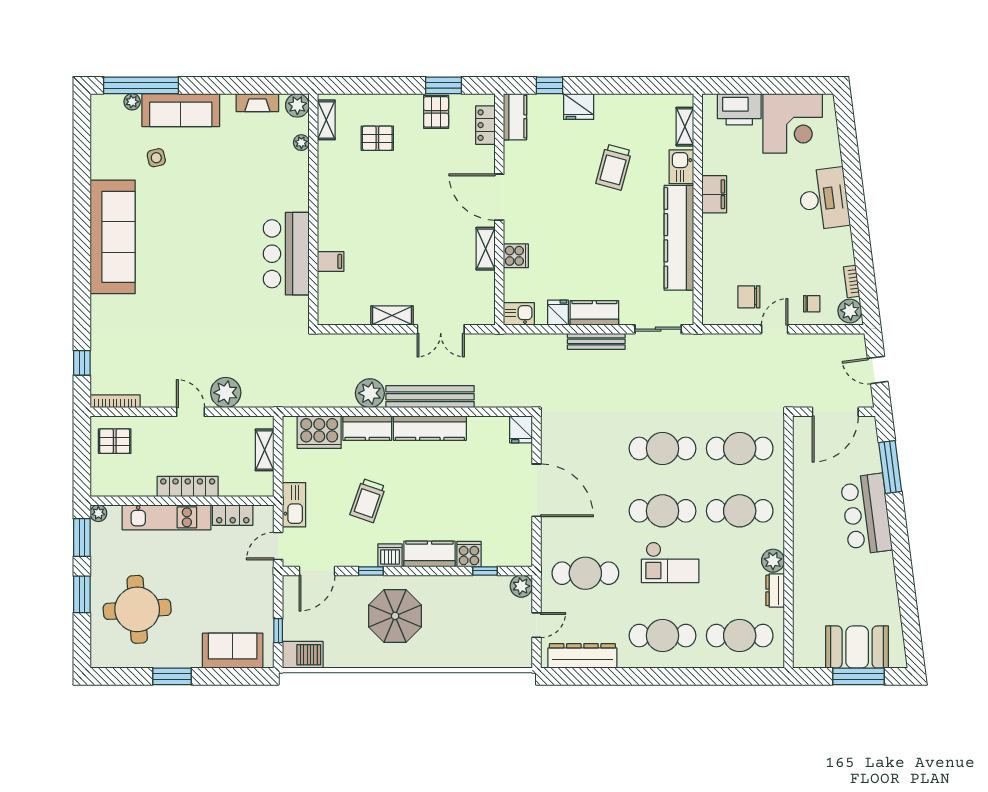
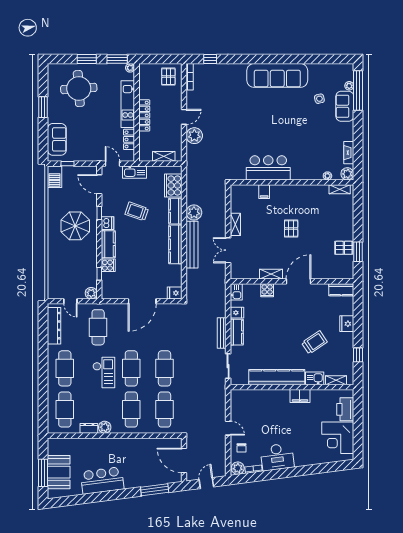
window: (550, 85) -> (358, 355), moved
sofa: (181, 110) -> (345, 106), width x0.73
locker: (485, 125) -> (337, 274), removed
pallet: (377, 138) -> (291, 229), moved
trolley: (614, 167) -> (314, 342), turned 131
desk: (824, 199) -> (277, 457), moved
chair: (749, 297) -> (245, 414), removed
bar counter: (866, 514) -> (102, 480), moved
checkout: (670, 562) -> (104, 372), turned 180

